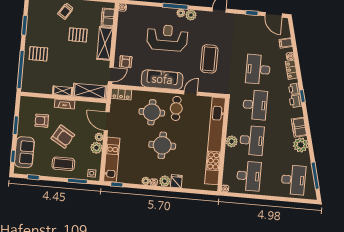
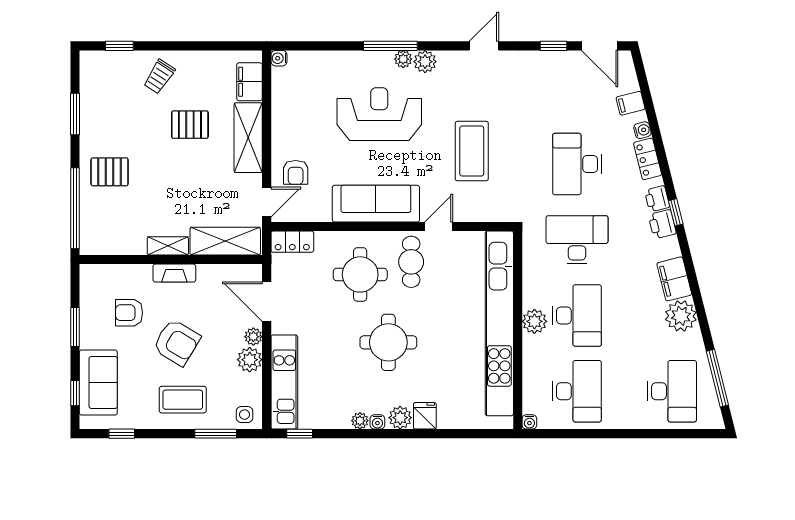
desk: (255, 105) -> (577, 240), turned -90

